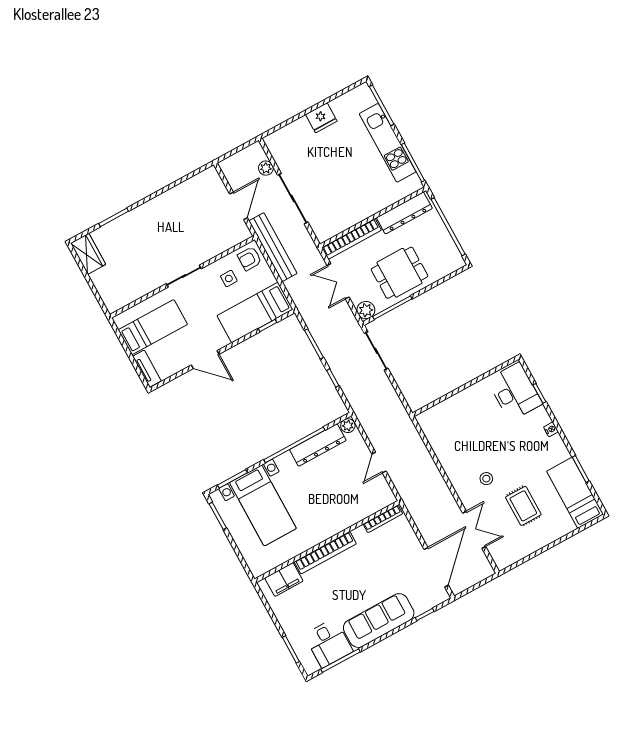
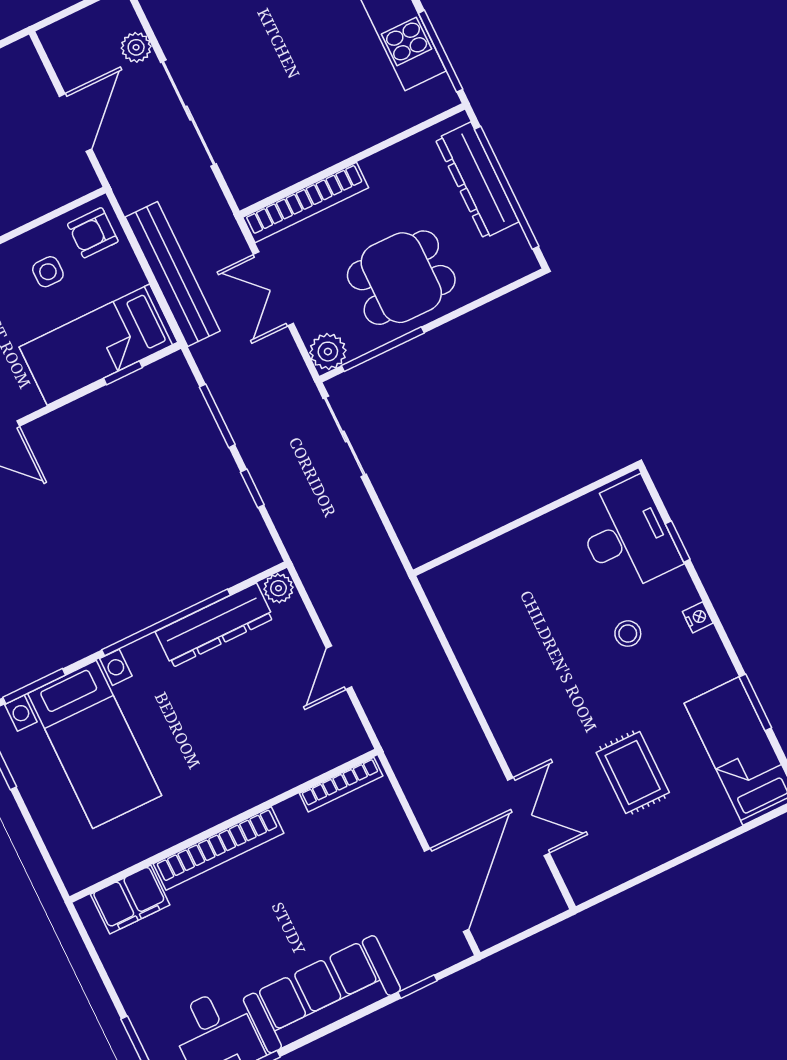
dresser: (404, 213) -> (477, 180), moved, turned 90
bench: (273, 247) -> (173, 274), moved
stool: (486, 479) -> (628, 634), moved

